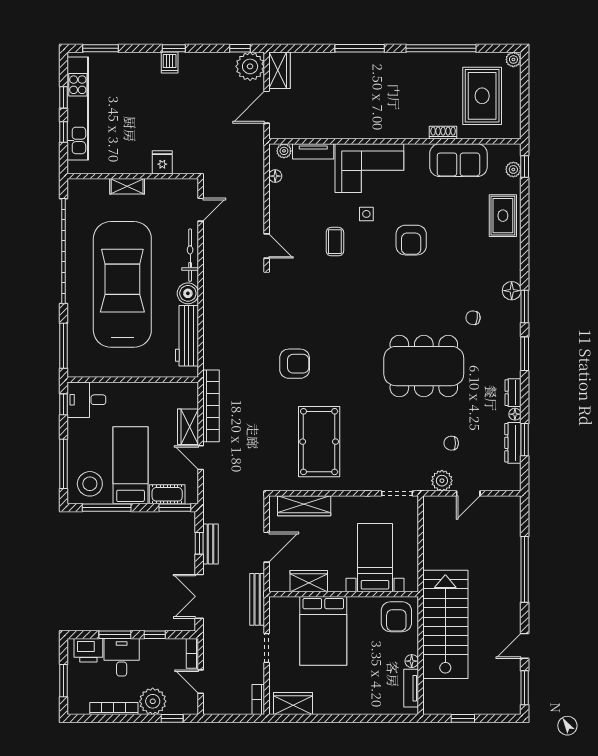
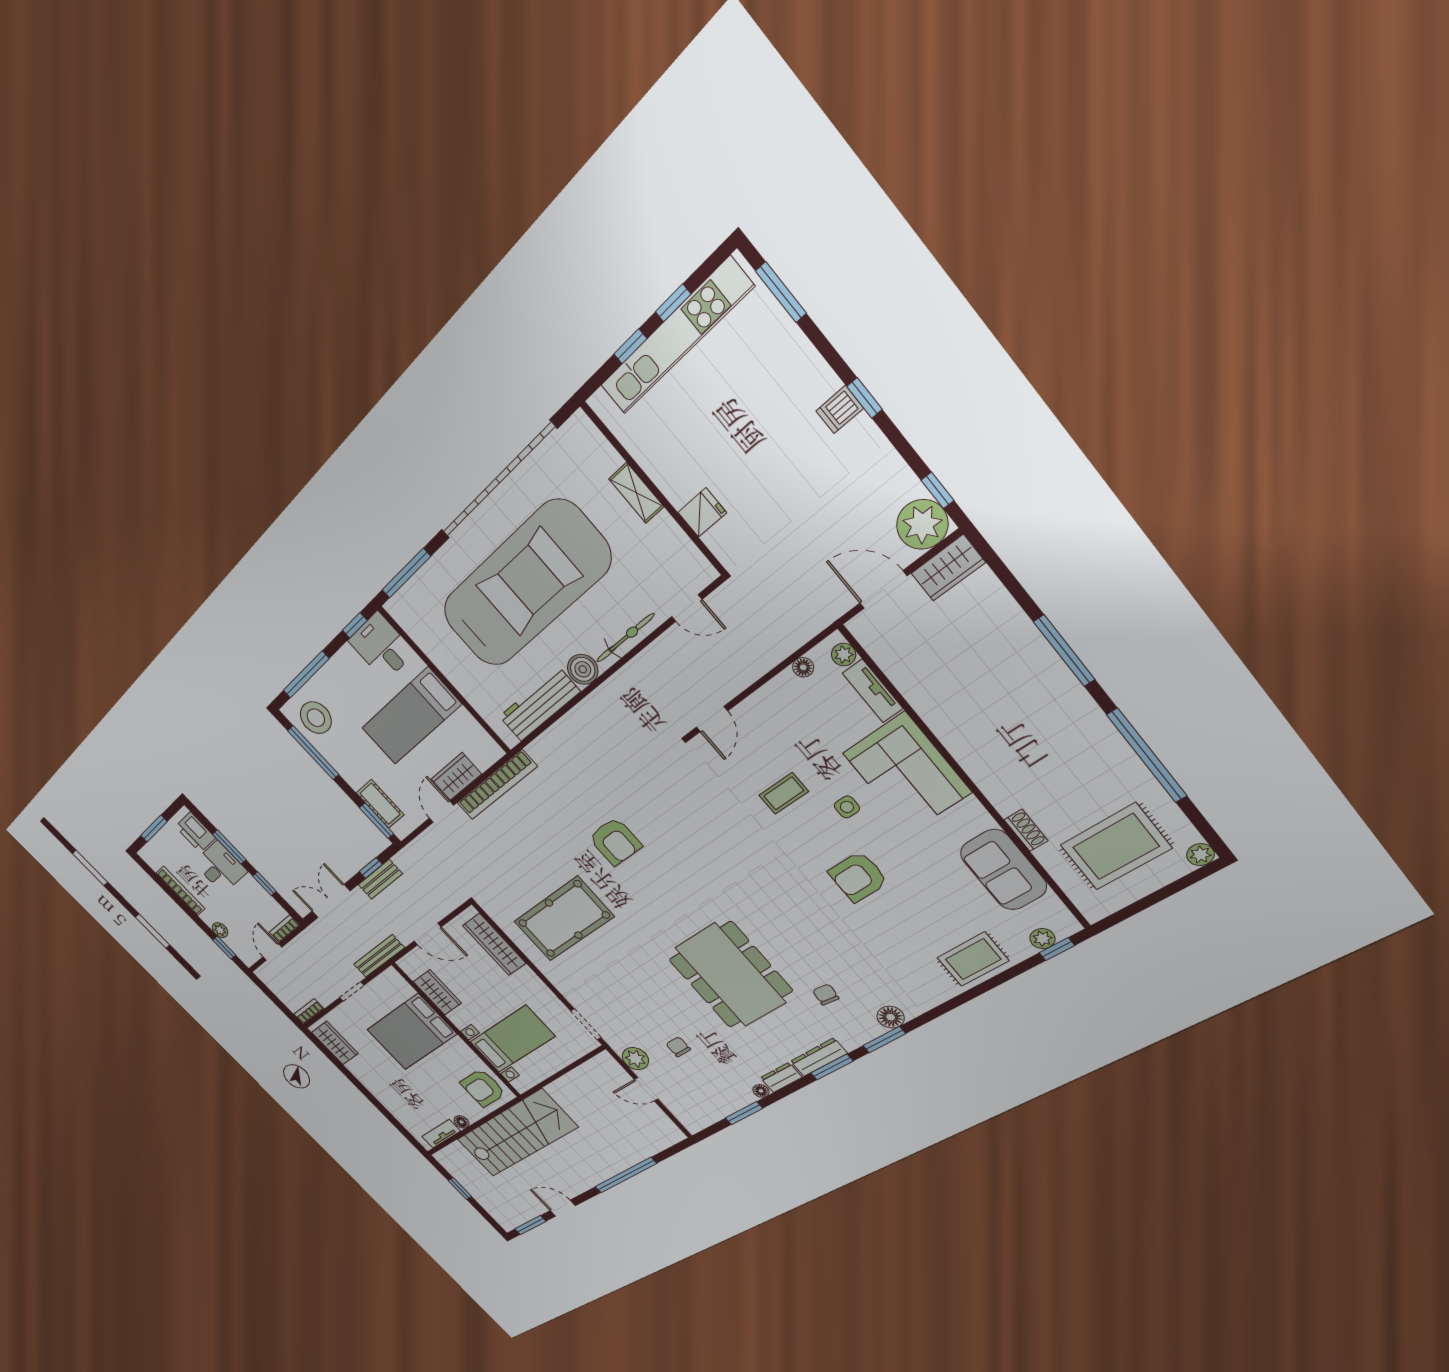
dresser: (513, 443) -> (819, 1057), moved
bed: (131, 465) -> (411, 716), moved, turned 180
plant: (153, 701) -> (220, 930), width x0.53, depth x0.53

